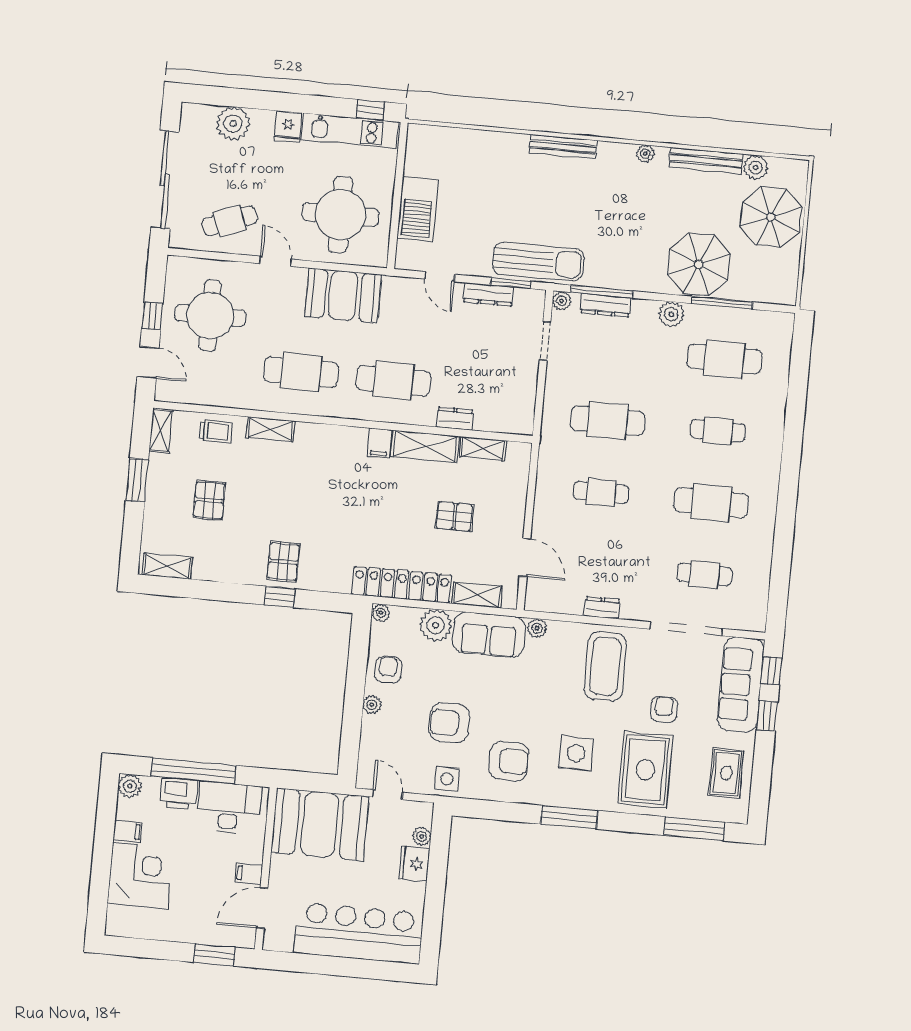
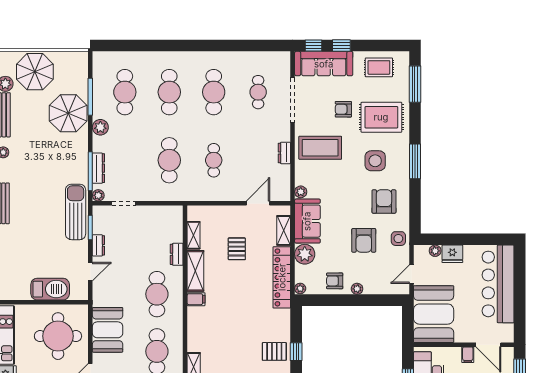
dresser: (488, 294) -> (98, 245), width x0.70
cafe table: (718, 431) -> (169, 92), width x1.37, depth x1.35

